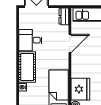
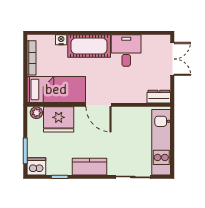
door: (70, 44) -> (99, 105), moved

